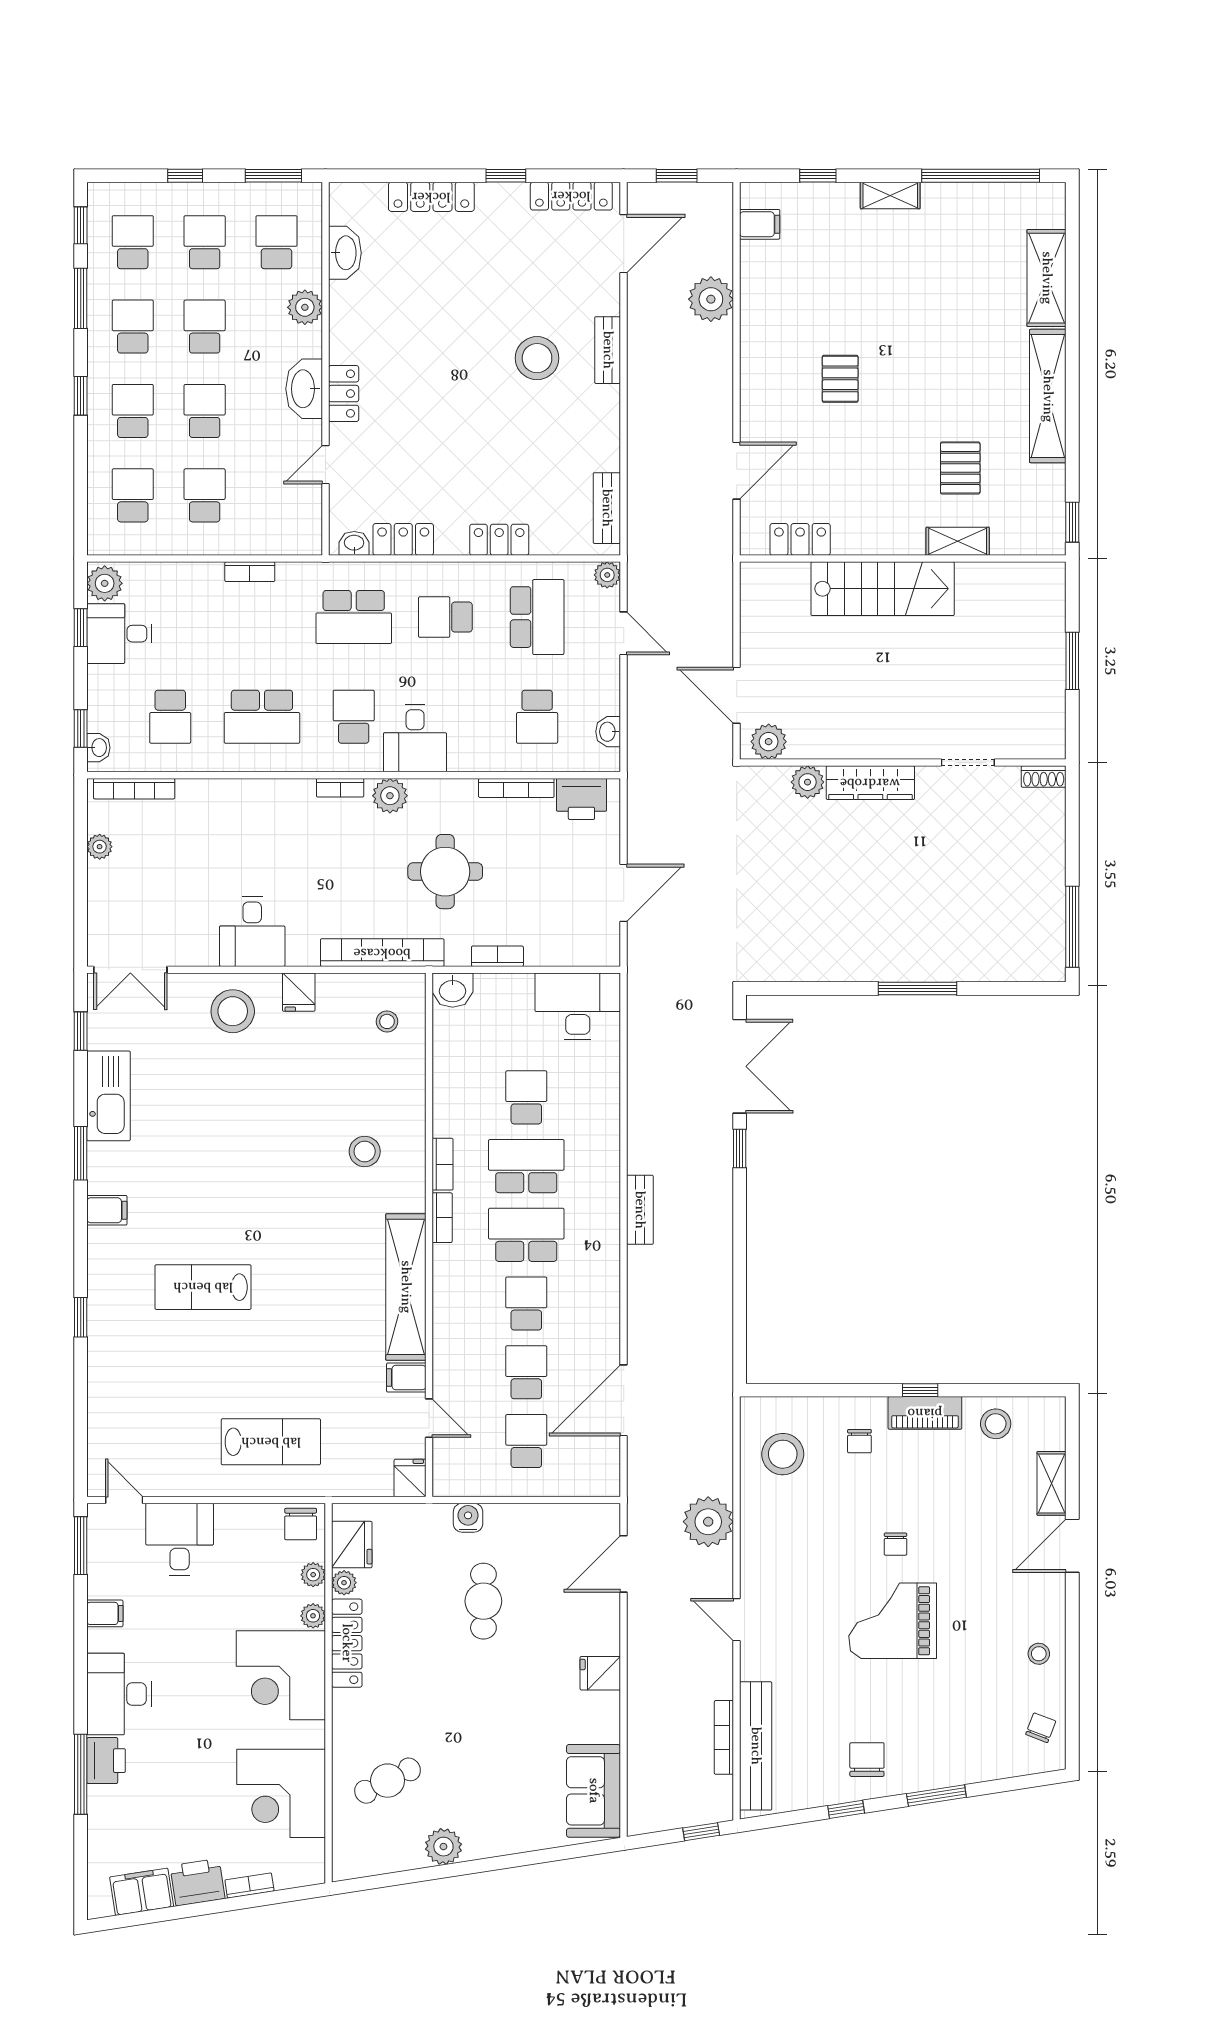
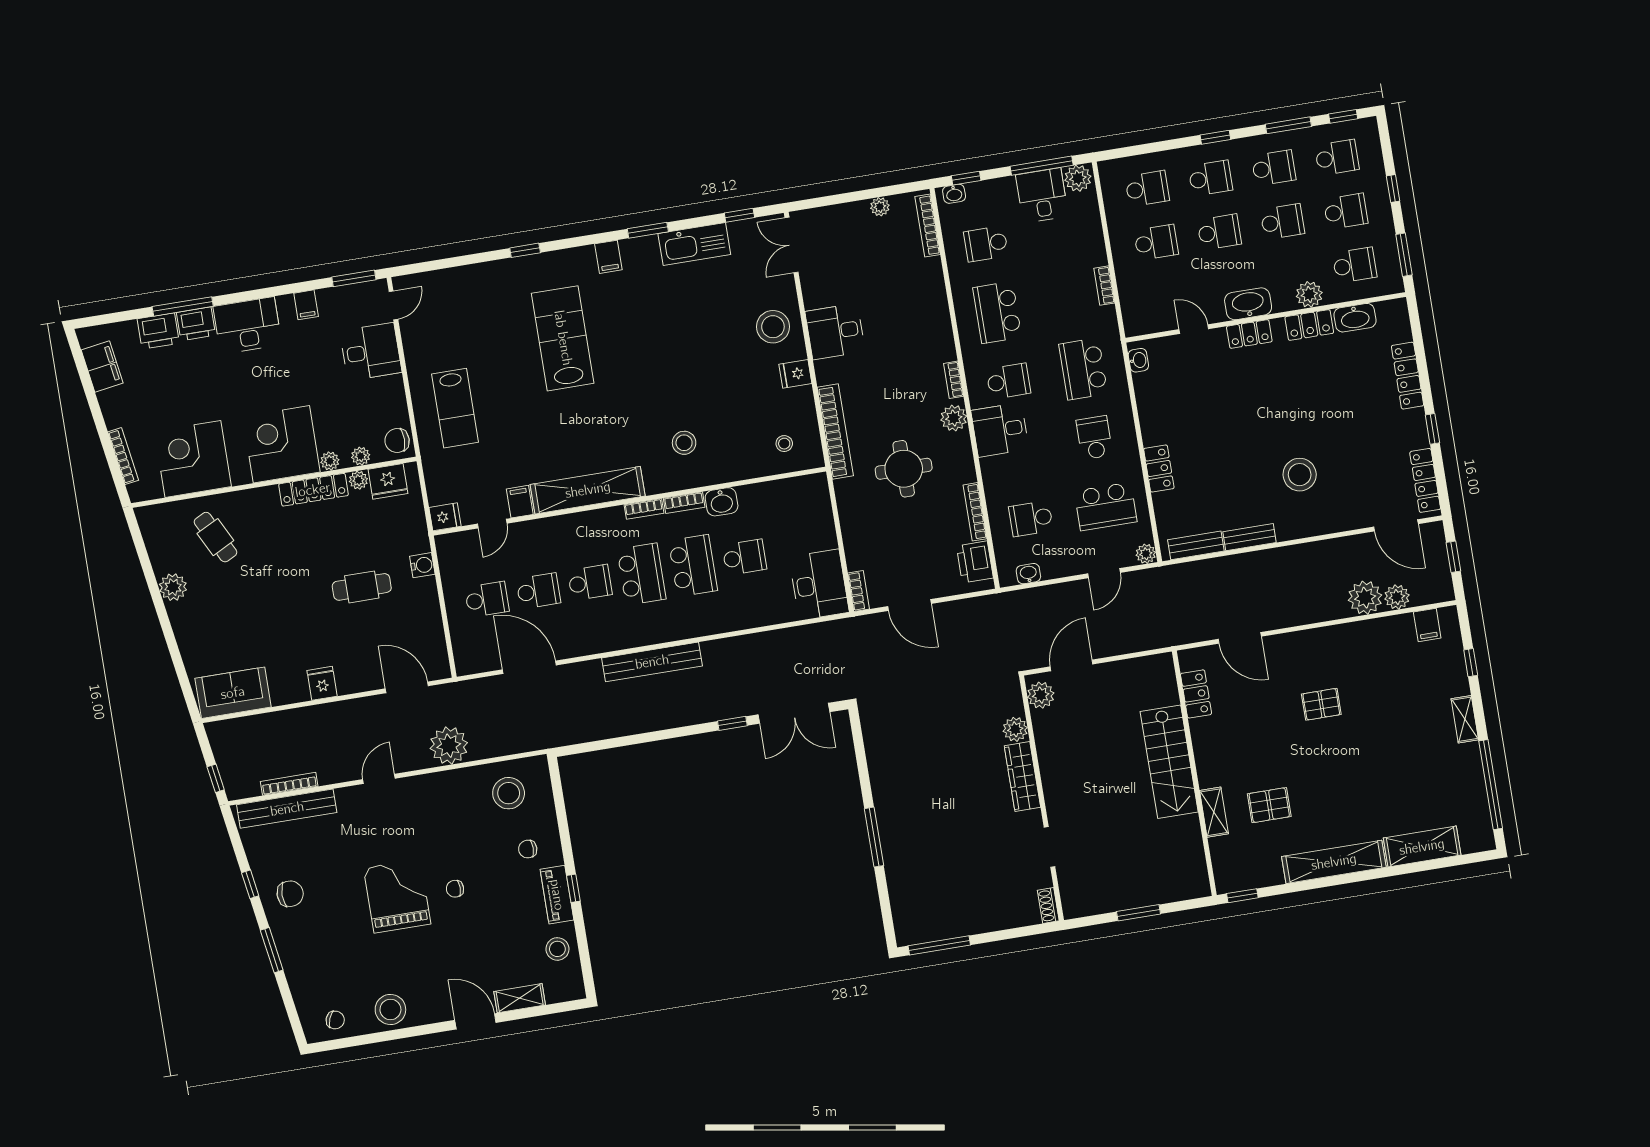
plant: (717, 258) -> (1397, 597), added
bench: (608, 350) -> (1250, 537), moved
locker: (403, 539) -> (1309, 325), moved, turned 90
window: (81, 628) -> (1042, 166), width x2.17
bookcase: (497, 956) -> (859, 591), moved
washbasin: (453, 990) -> (722, 502), moved, turned -90
bench: (640, 1210) -> (652, 662), width x1.86, depth x1.21
lab bench: (203, 1287) -> (563, 338), width x1.36, depth x1.39
stool: (1039, 1654) -> (390, 1010), width x1.89, depth x1.89
printer: (198, 1882) -> (158, 331), moved, turned 99
bookcase: (249, 1885) -> (123, 456), width x1.56

